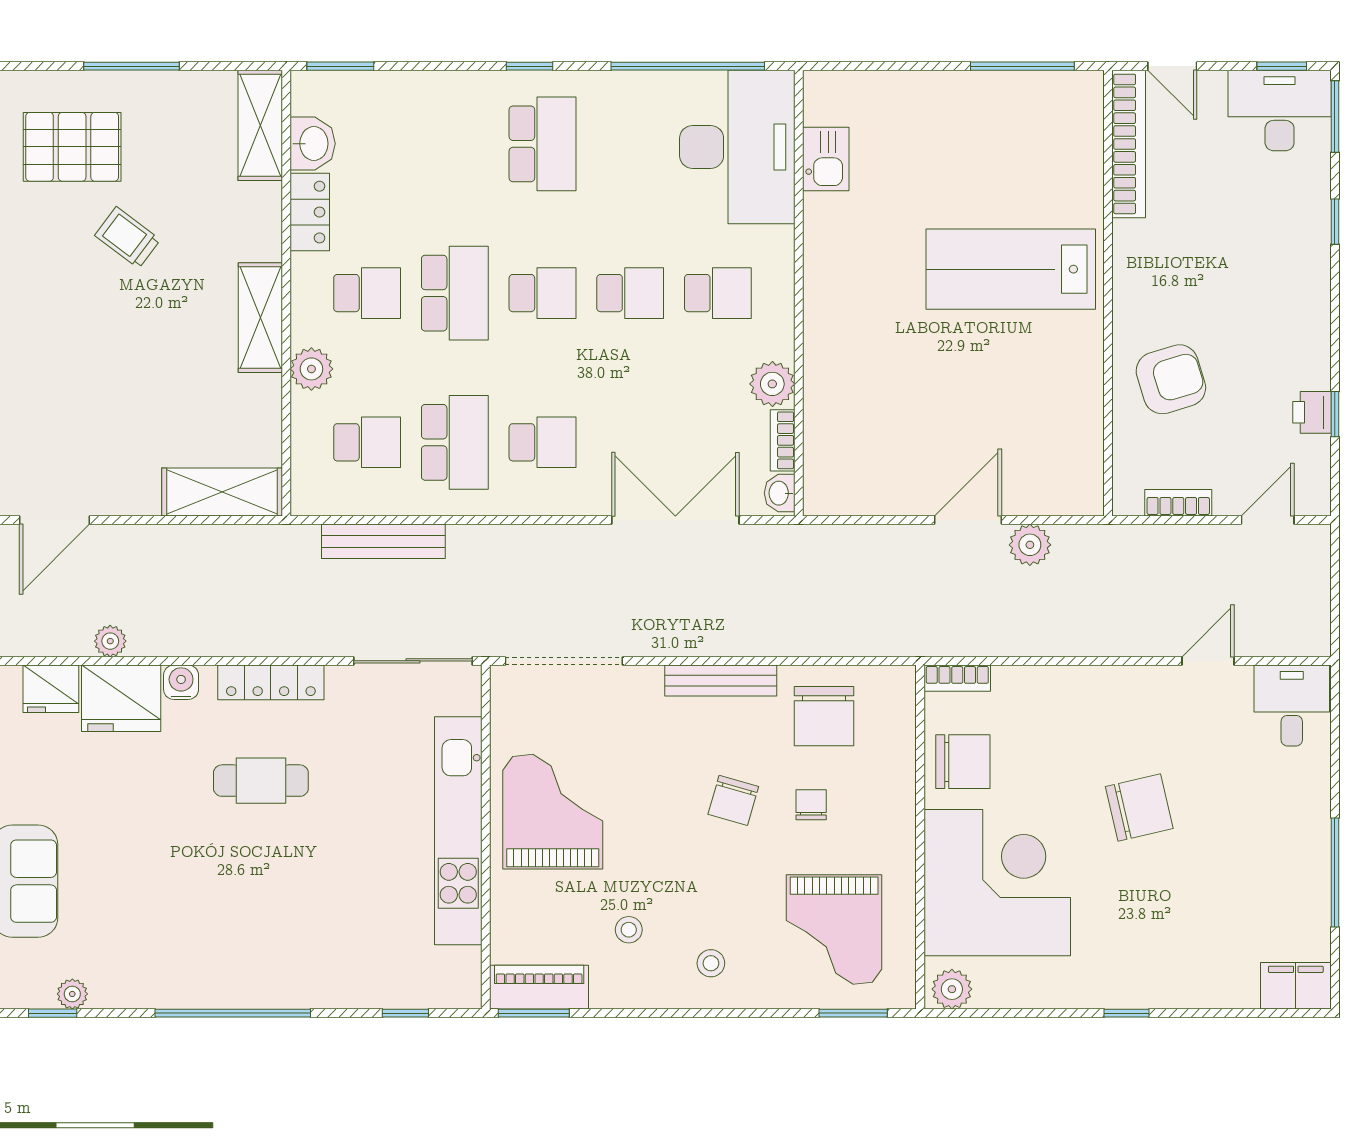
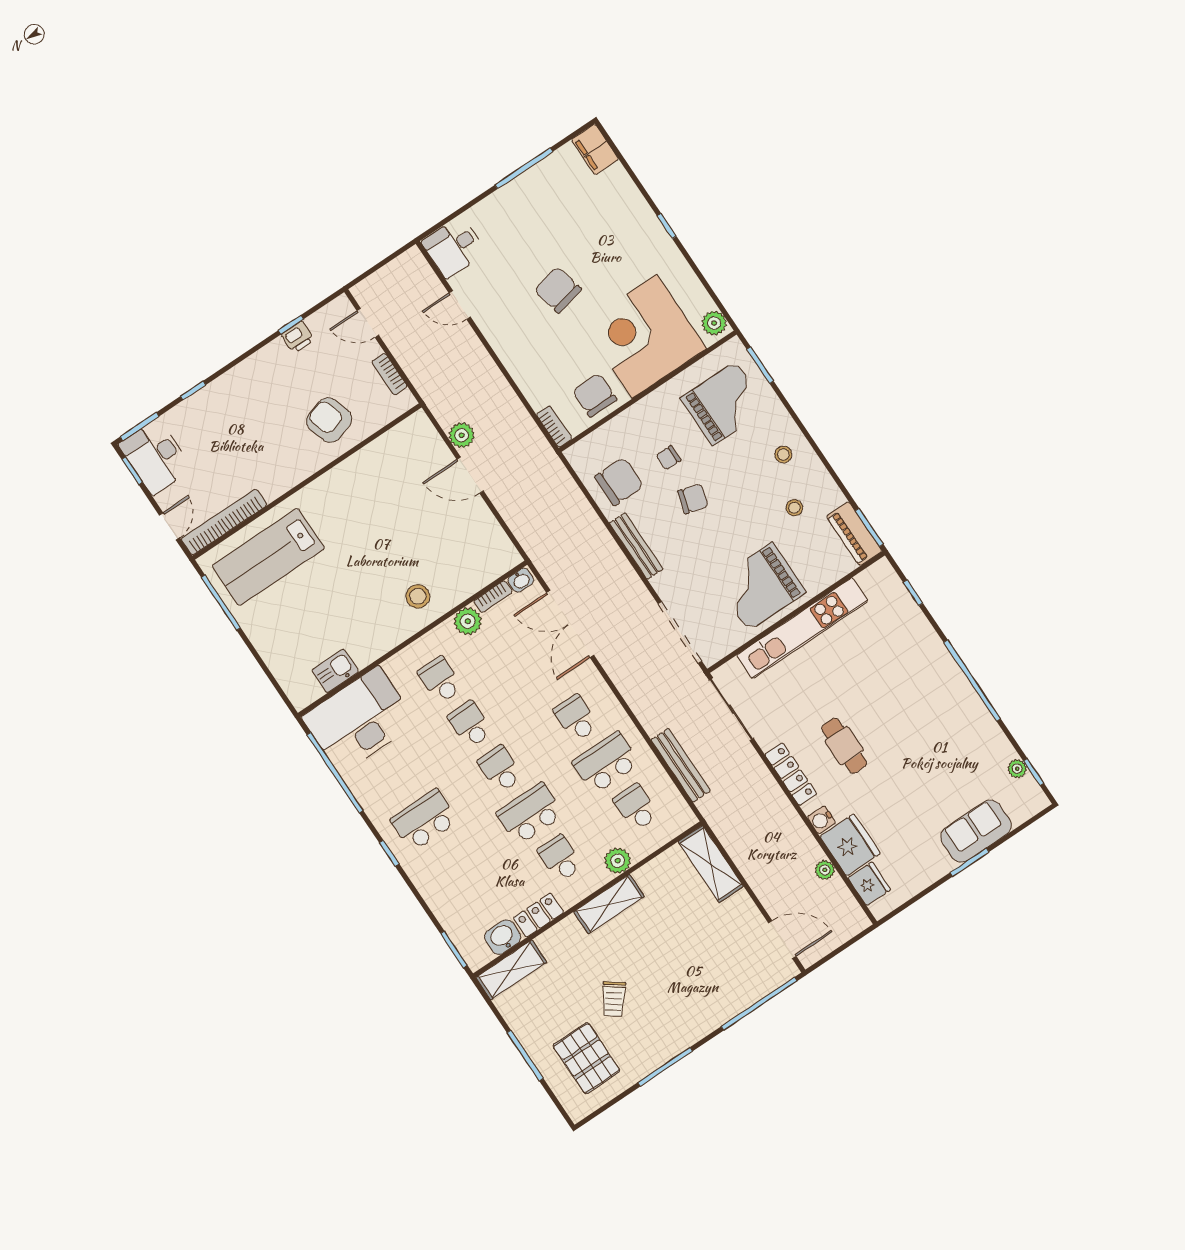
lab bench: (1011, 269) -> (268, 557), moved, turned 90
stool: (851, 339) -> (418, 596), added

